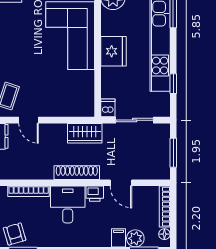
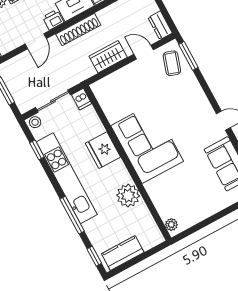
stool: (161, 110) -> (35, 122), added
wardrobe: (85, 133) -> (108, 57), moved
door: (121, 183) -> (36, 41), swing flipped

